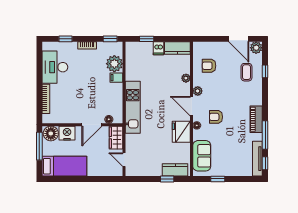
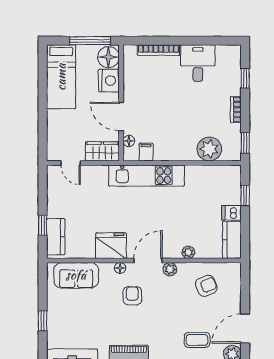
armchair: (209, 66) -> (206, 286), turned 68
desk: (55, 67) -> (198, 63), width x0.73
filing cabinet: (116, 78) -> (146, 152), moved
door: (124, 160) -> (71, 163), swing flipped
window: (218, 179) -> (43, 321), moved

